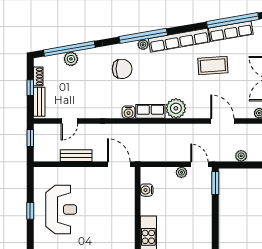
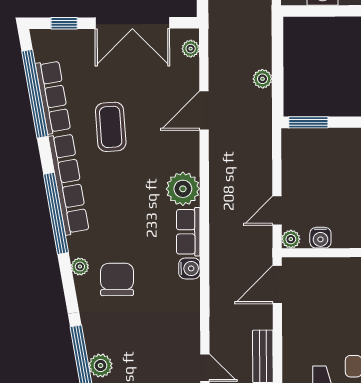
window: (143, 36) -> (56, 213), moved
plant: (143, 45) -> (80, 267), moved
door: (199, 164) -> (277, 211), moved
plant: (181, 172) -> (291, 239), moved

